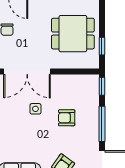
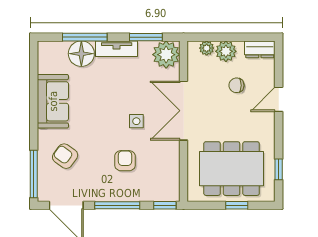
dining table: (73, 34) -> (232, 169), width x1.38
window: (102, 46) -> (237, 205), moved

